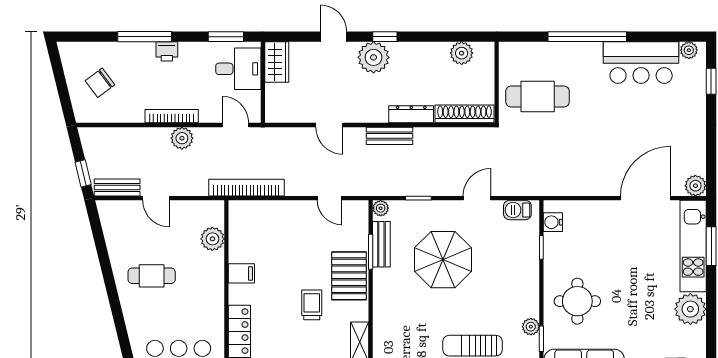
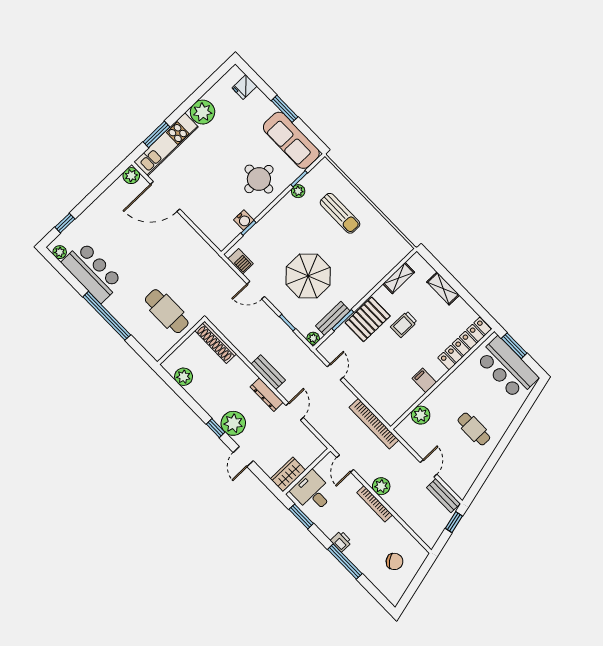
dresser: (411, 114) -> (267, 395), moved
water cooler: (553, 222) -> (244, 220), moved

